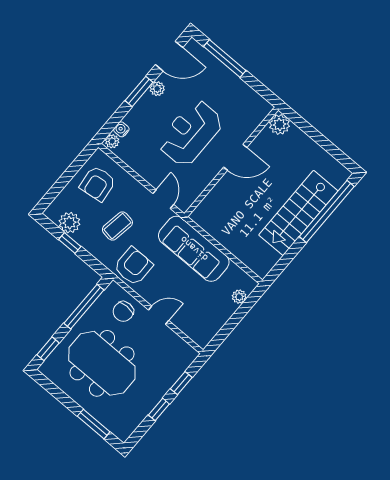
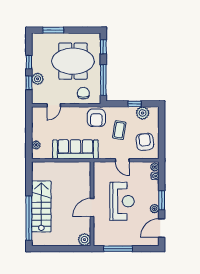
window: (225, 59) -> (118, 249), moved
door: (163, 199) -> (122, 160), moved
door: (159, 315) -> (54, 105), moved
plant: (166, 379) -> (38, 79), added

